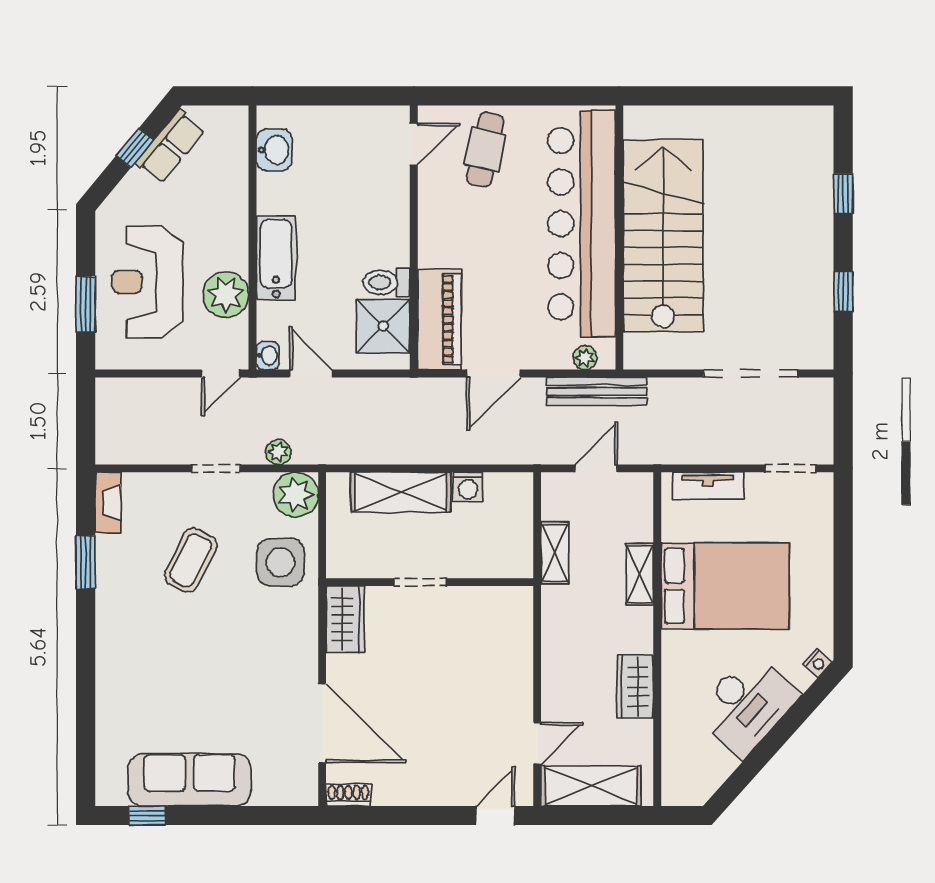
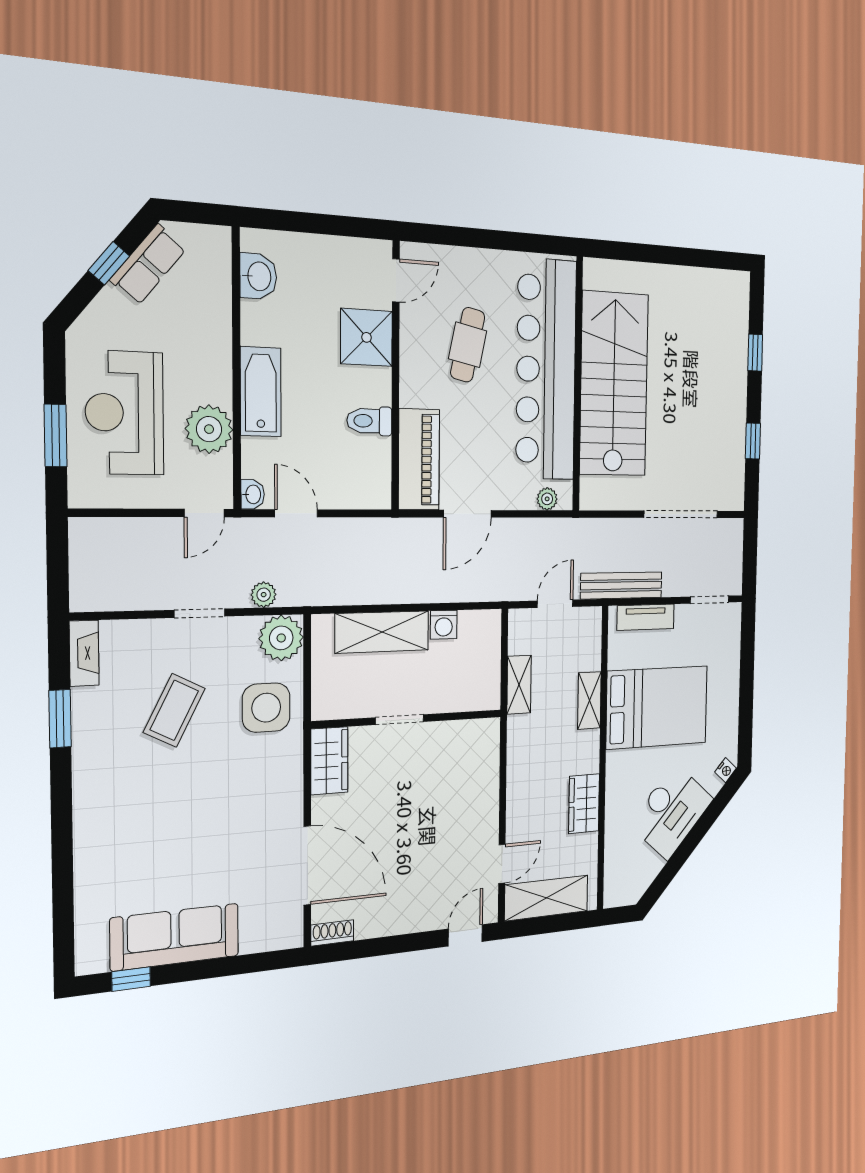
cafe table: (485, 150) -> (468, 345), moved
shower: (383, 326) -> (367, 337), moved
bench: (597, 391) -> (621, 585), moved

